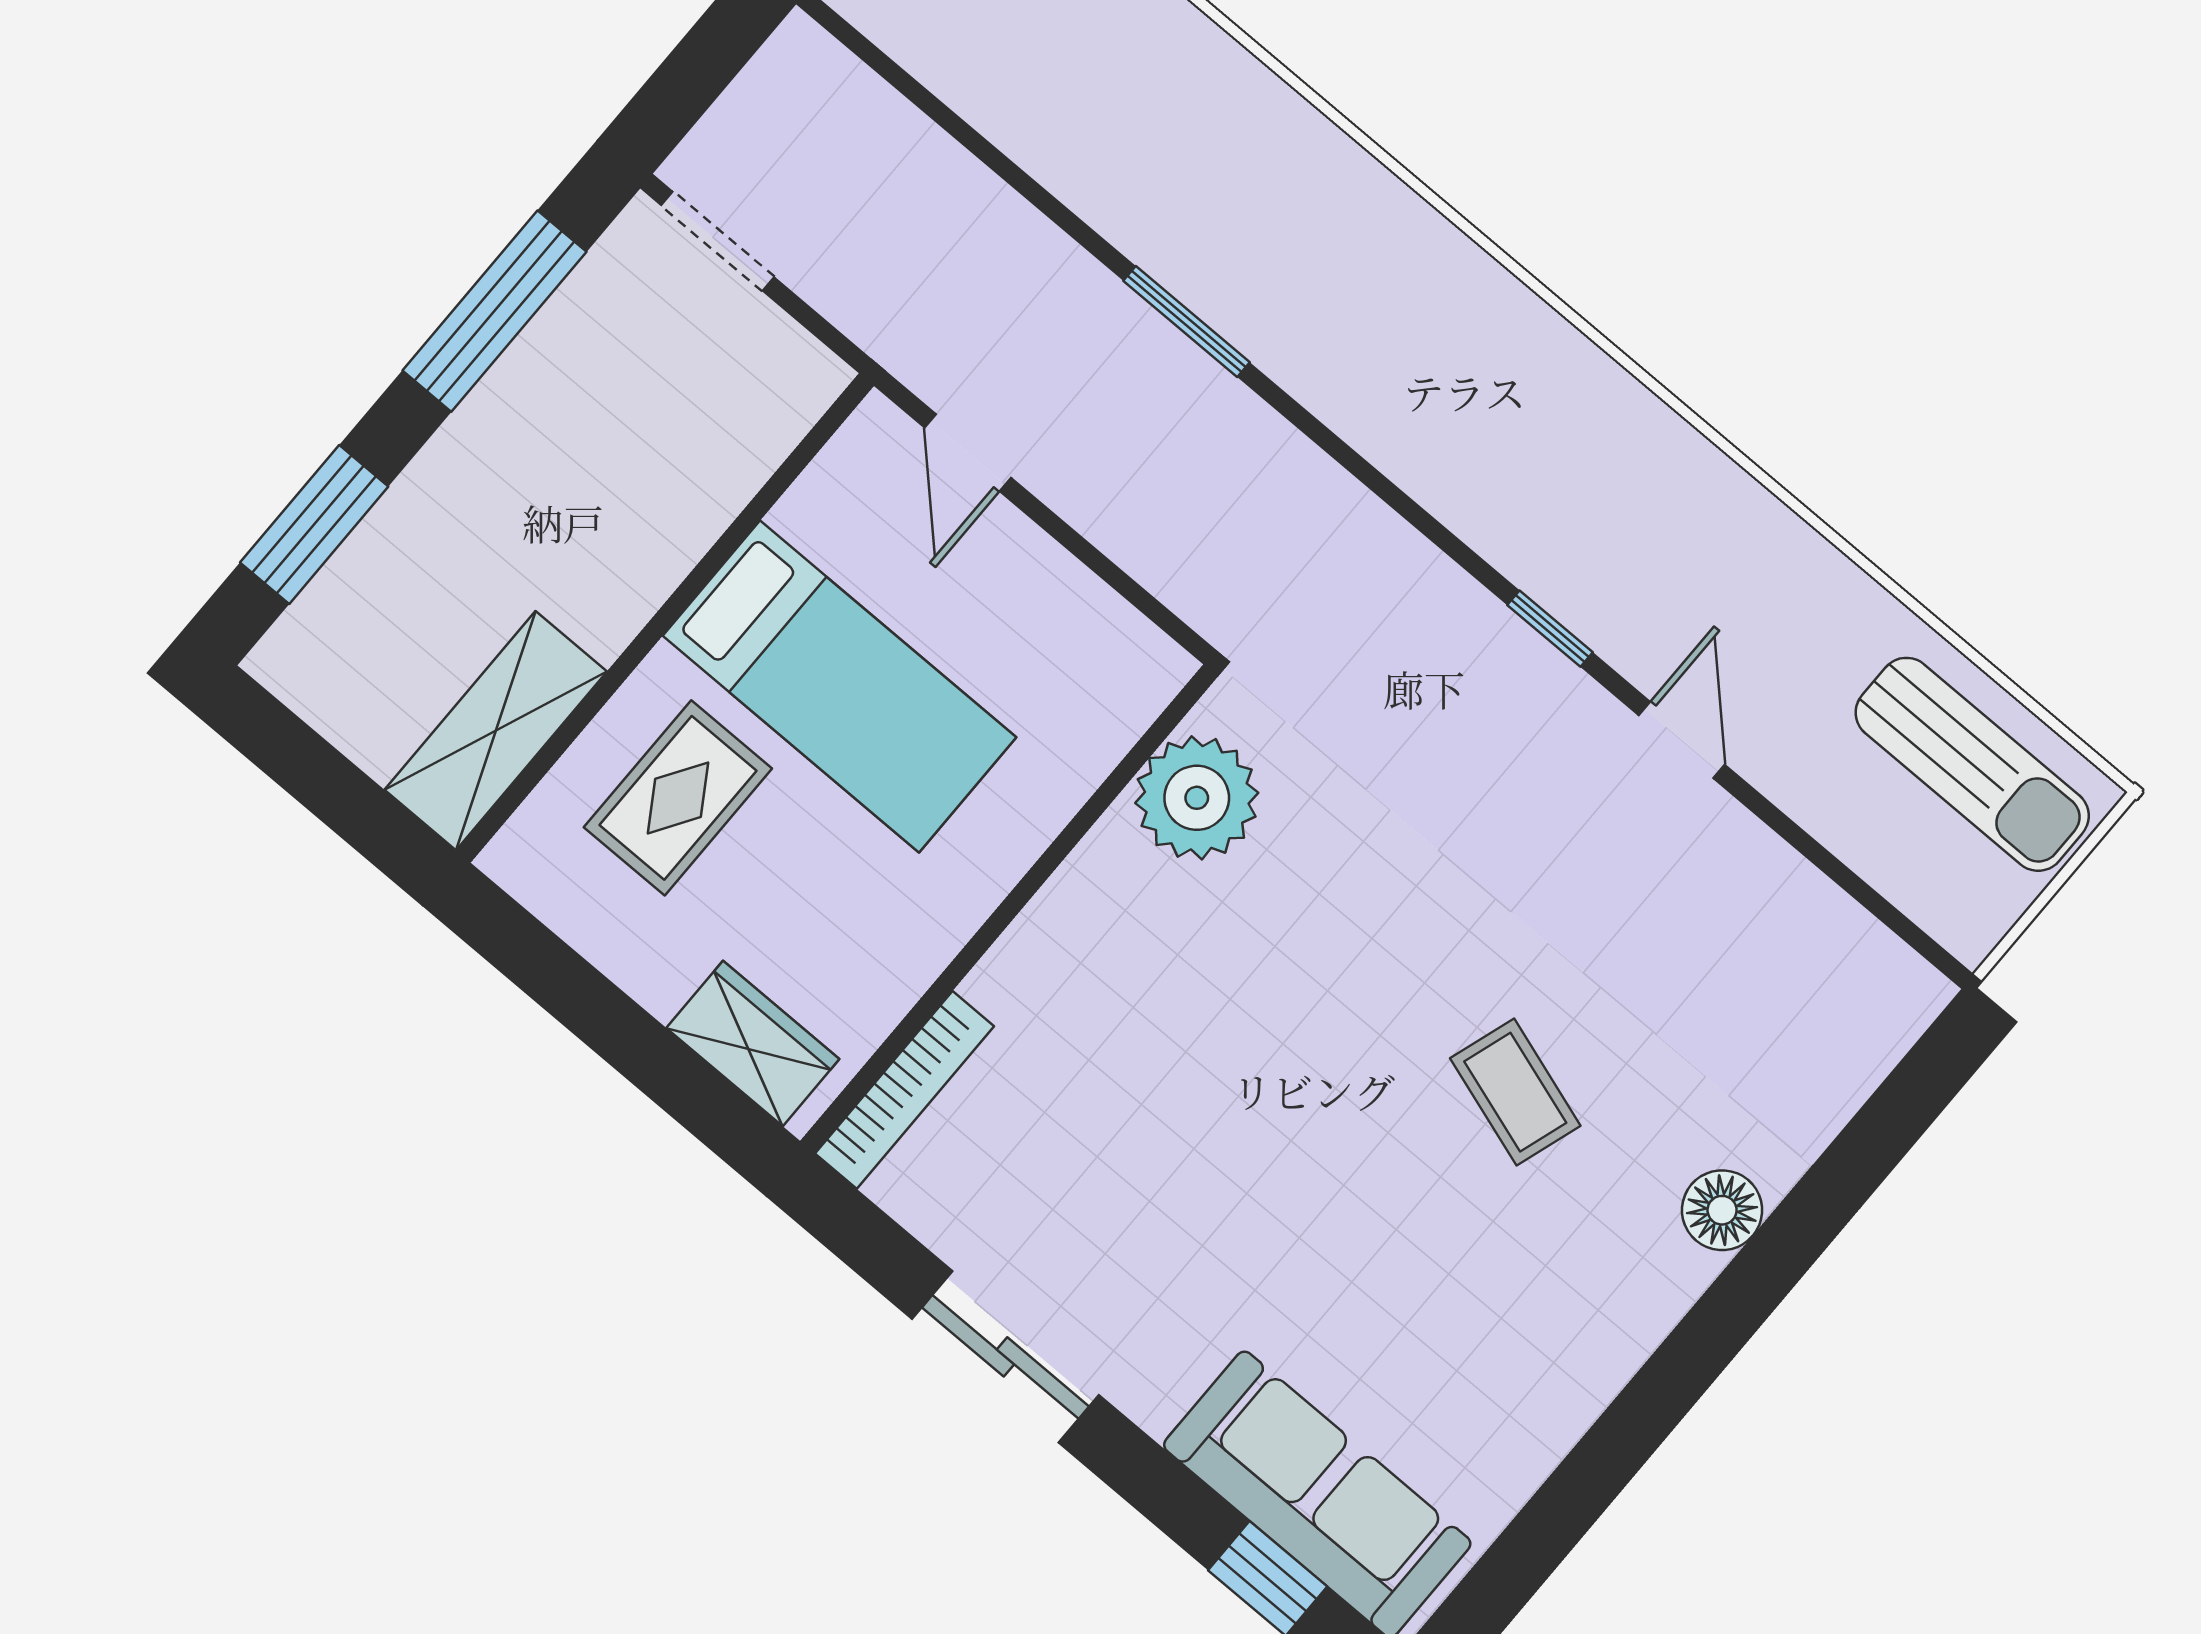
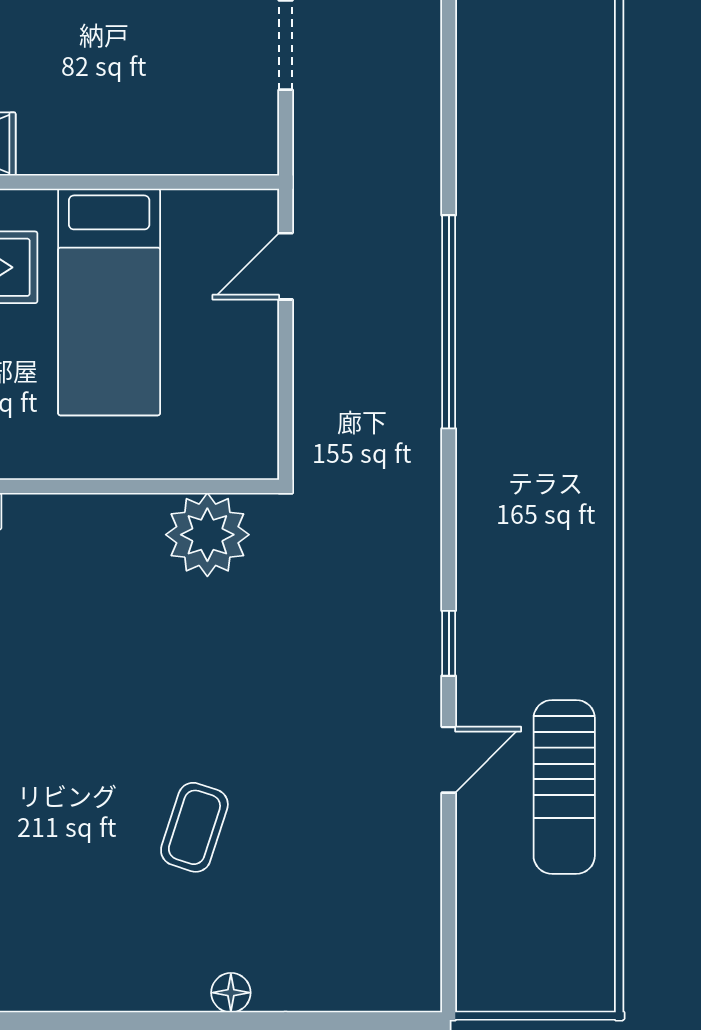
window: (1187, 321) -> (449, 322), width x2.11
sun lounger: (1972, 764) -> (564, 787), moved
floor lamp: (1722, 1210) -> (231, 993), width x0.73, depth x0.73

